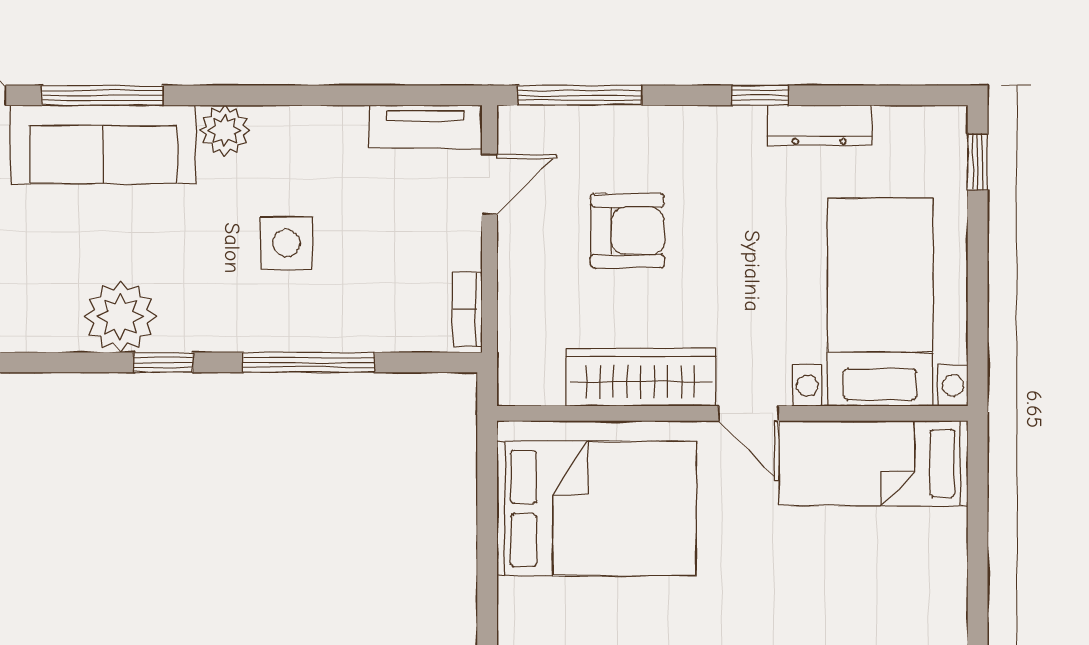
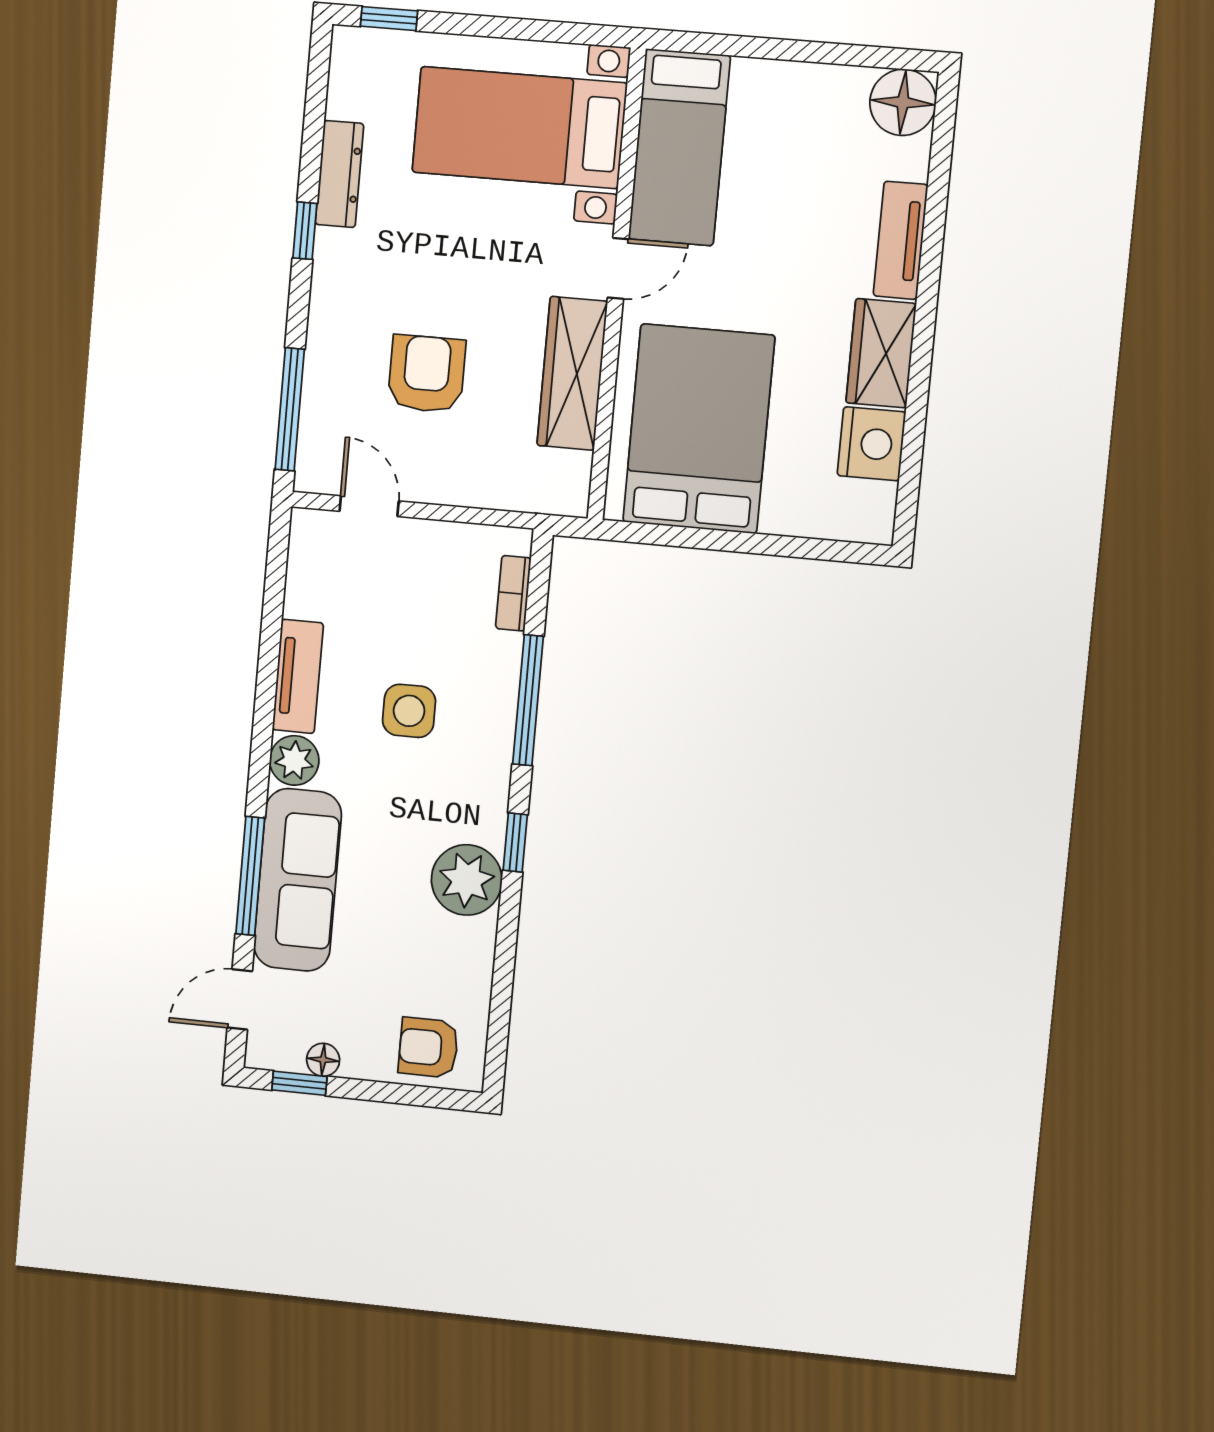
tv unit: (426, 127) -> (298, 676), moved
bookcase: (467, 309) -> (513, 593), moved, turned 90

